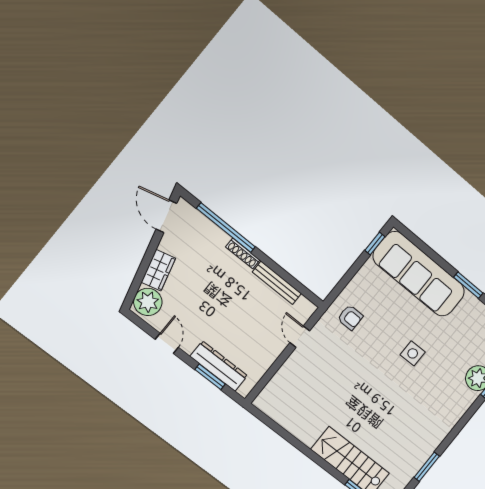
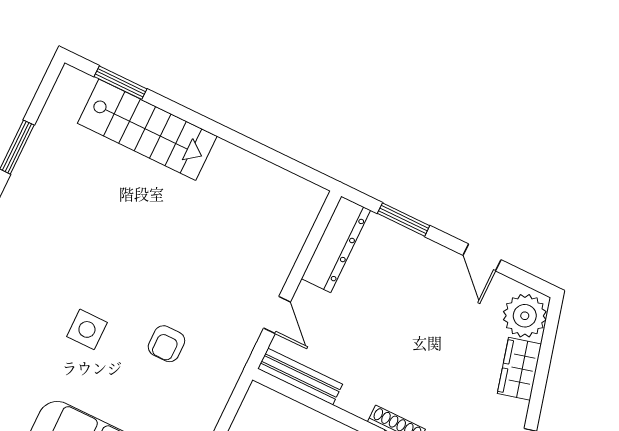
bench: (277, 283) -> (300, 376), moved
armchair: (350, 317) -> (166, 344), moved, turned -90
dresser: (219, 366) -> (336, 244), moved, turned -90

